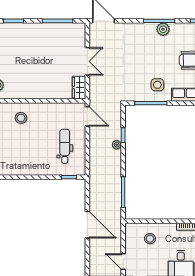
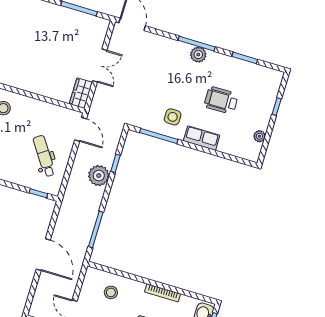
plant: (117, 145) -> (99, 176), width x1.88, depth x1.88
dental chair: (65, 146) -> (44, 156), turned -34

